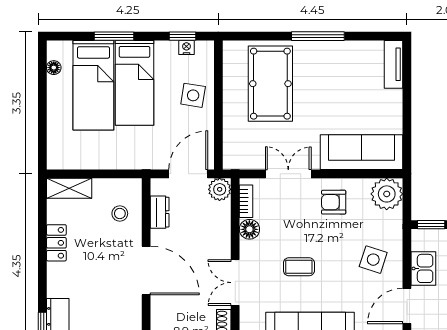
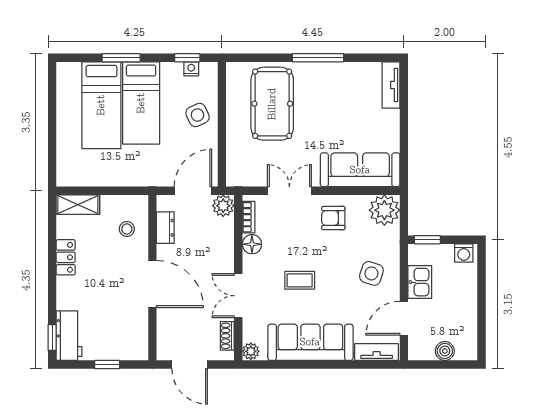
floor lamp: (54, 68) -> (63, 88), removed
side table: (193, 95) -> (198, 115), turned -34

